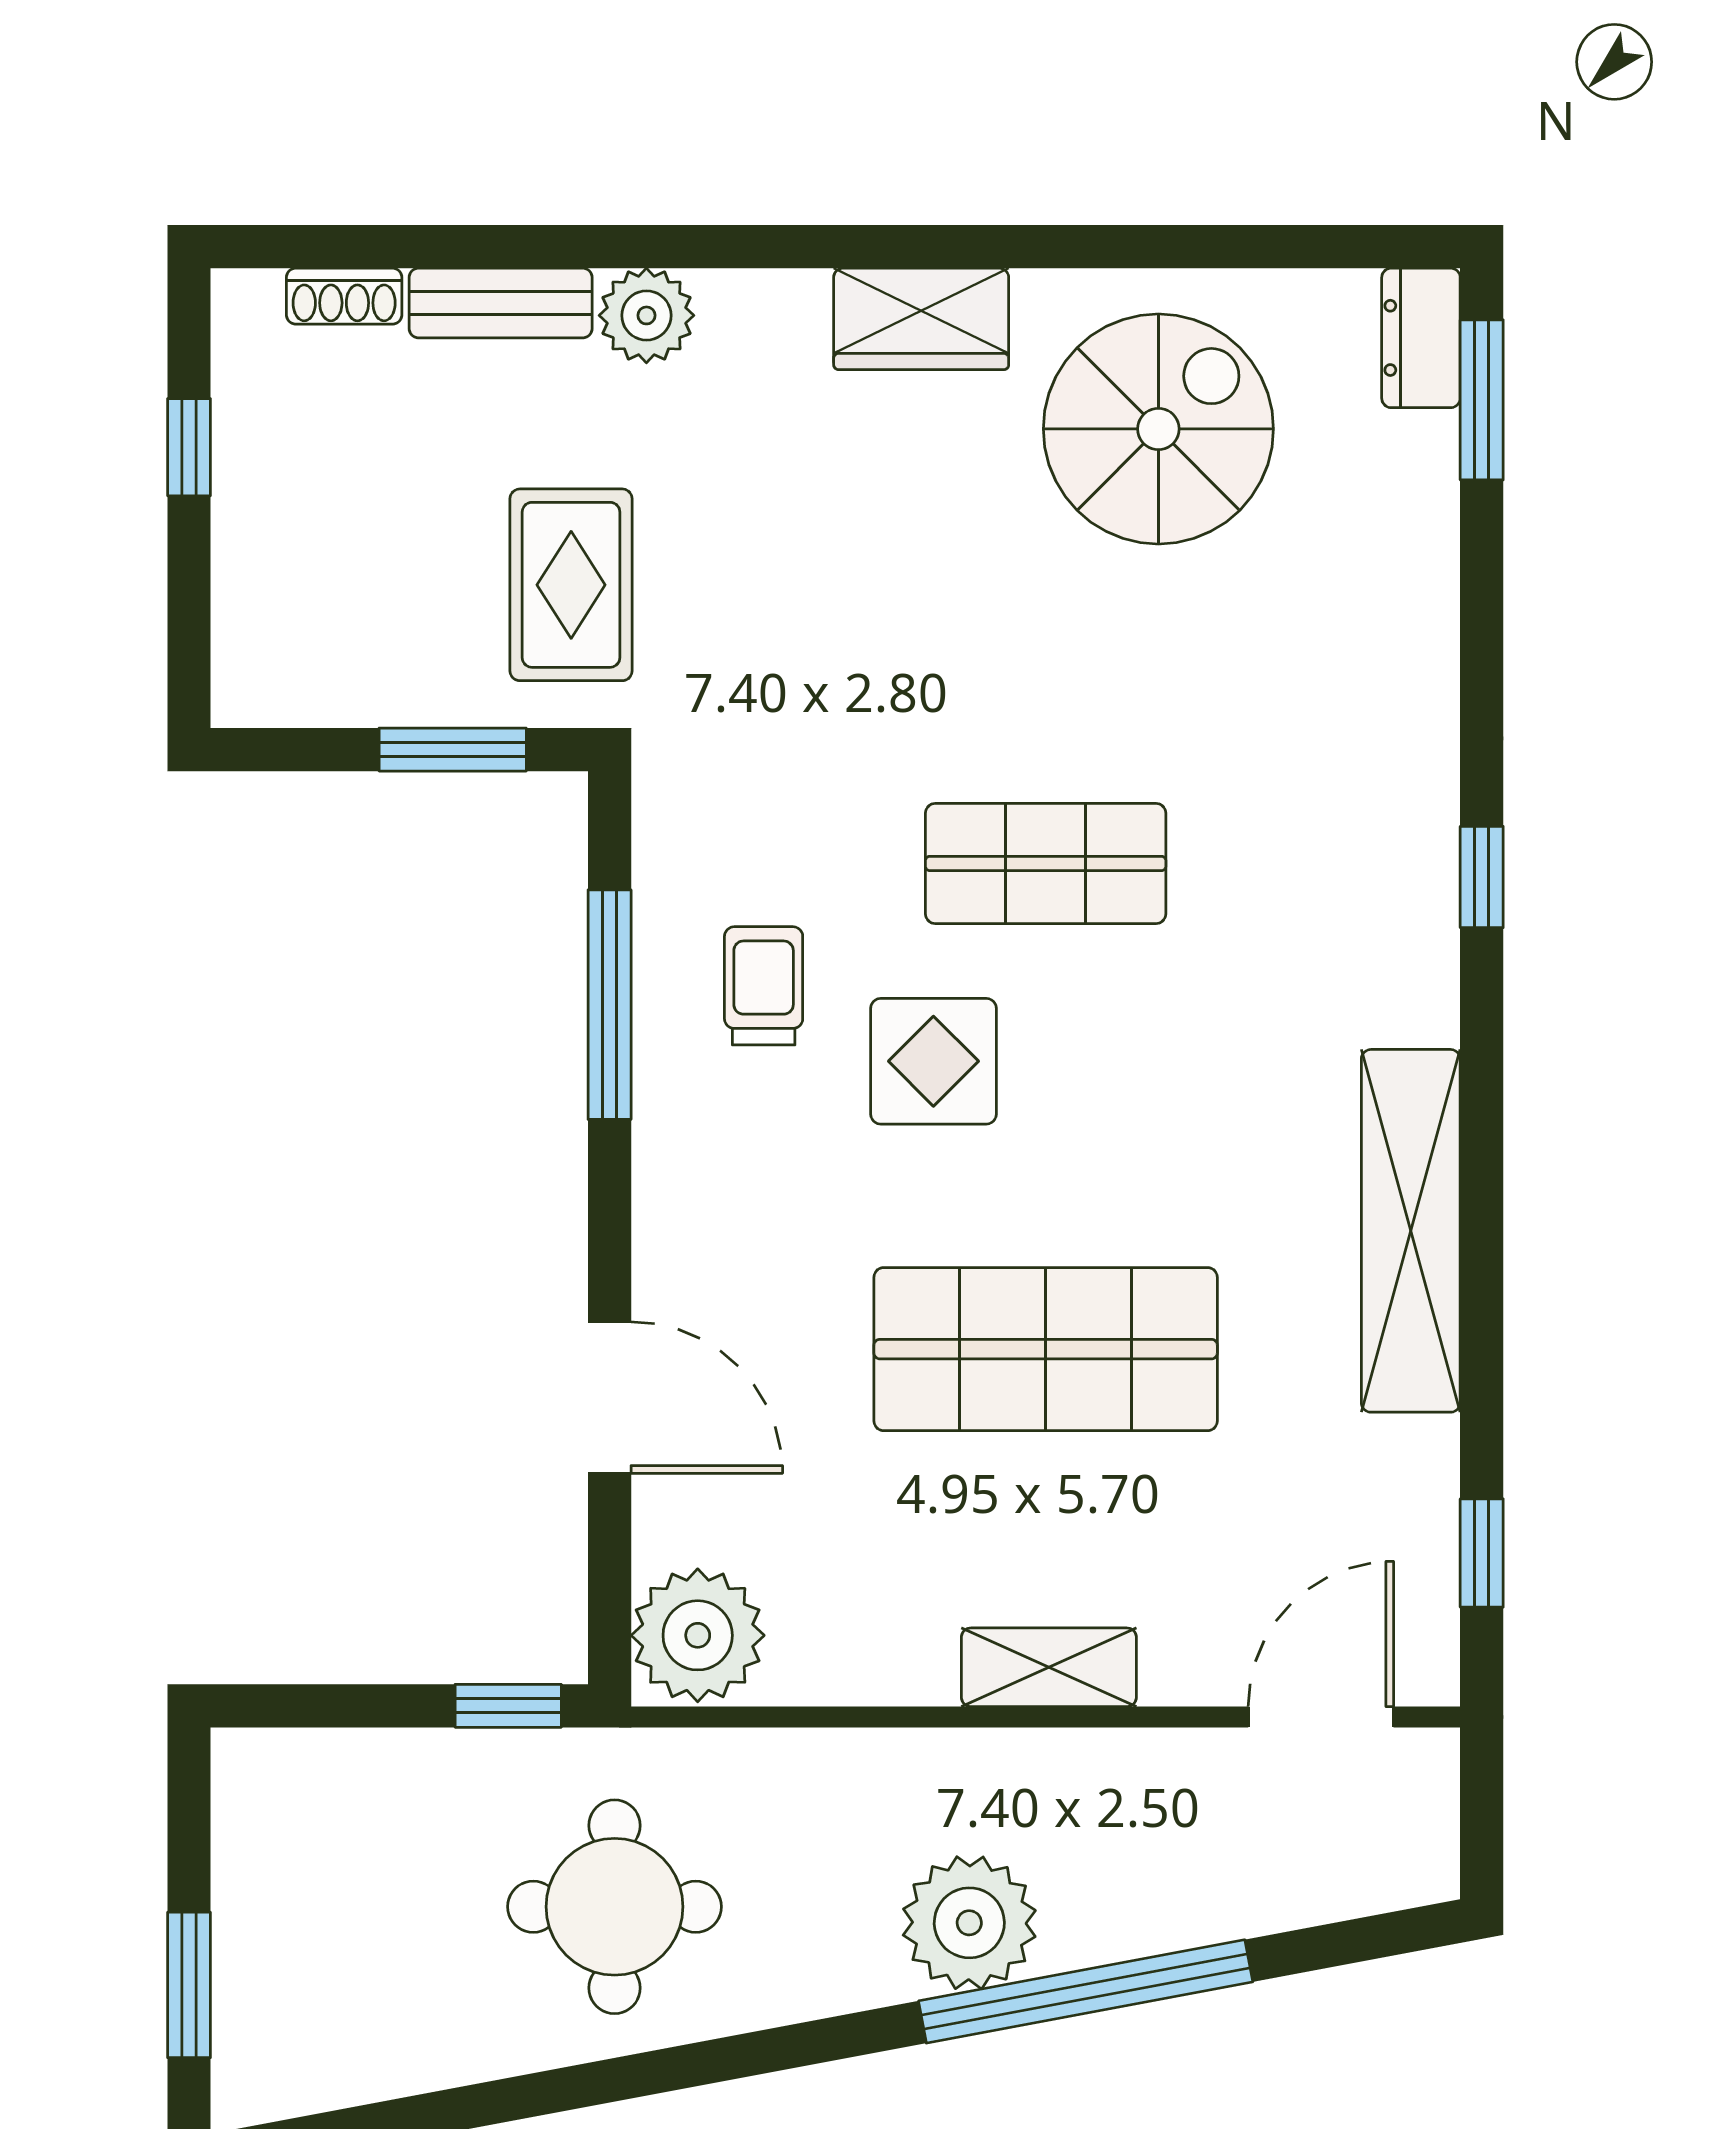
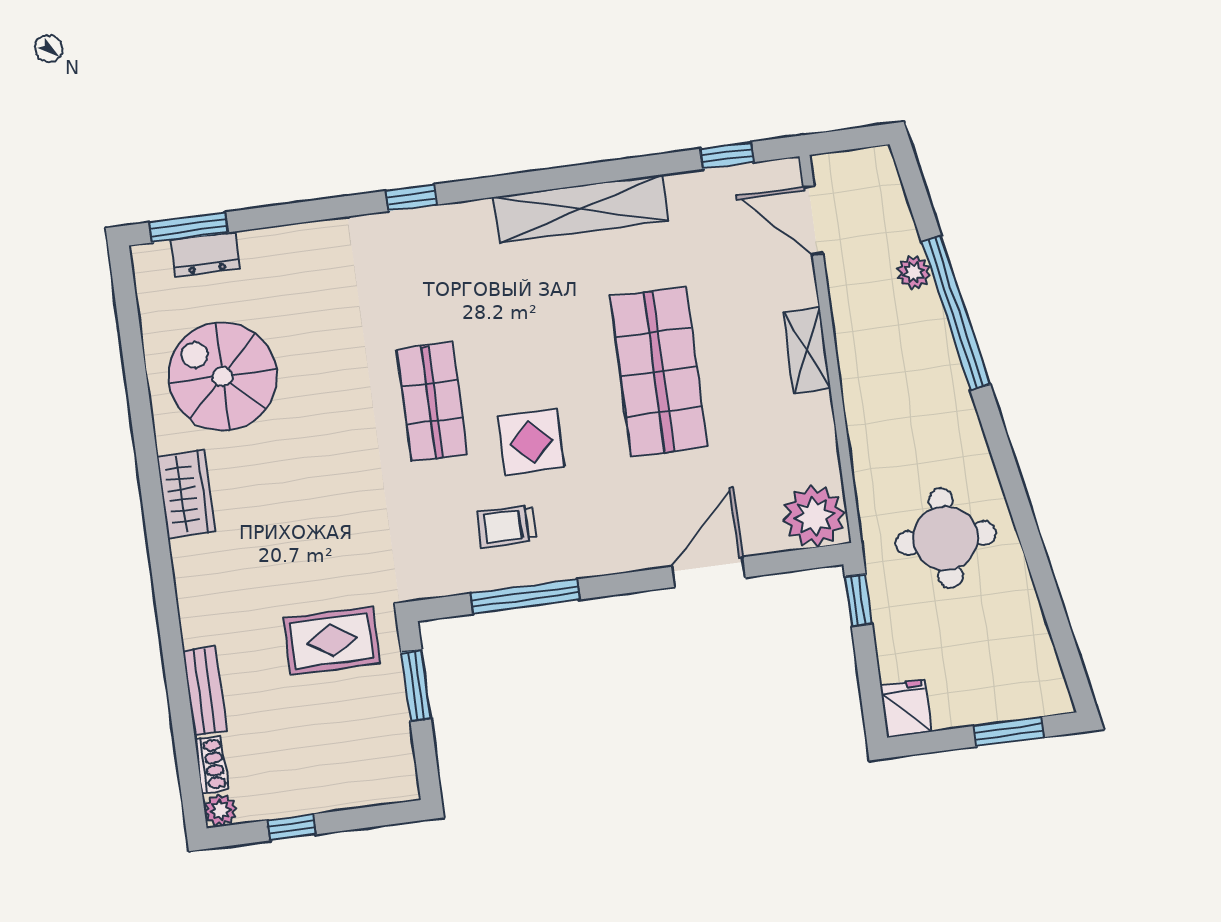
plant: (646, 315) -> (220, 810), moved, width x0.73, depth x0.73
dresser: (1421, 338) -> (205, 254), moved
fridge: (267, 1775) -> (906, 708), added
plant: (969, 1923) -> (914, 272), moved, width x0.53, depth x0.53

